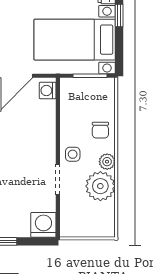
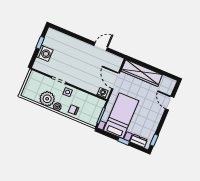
washing machine: (43, 225) -> (45, 53), moved

